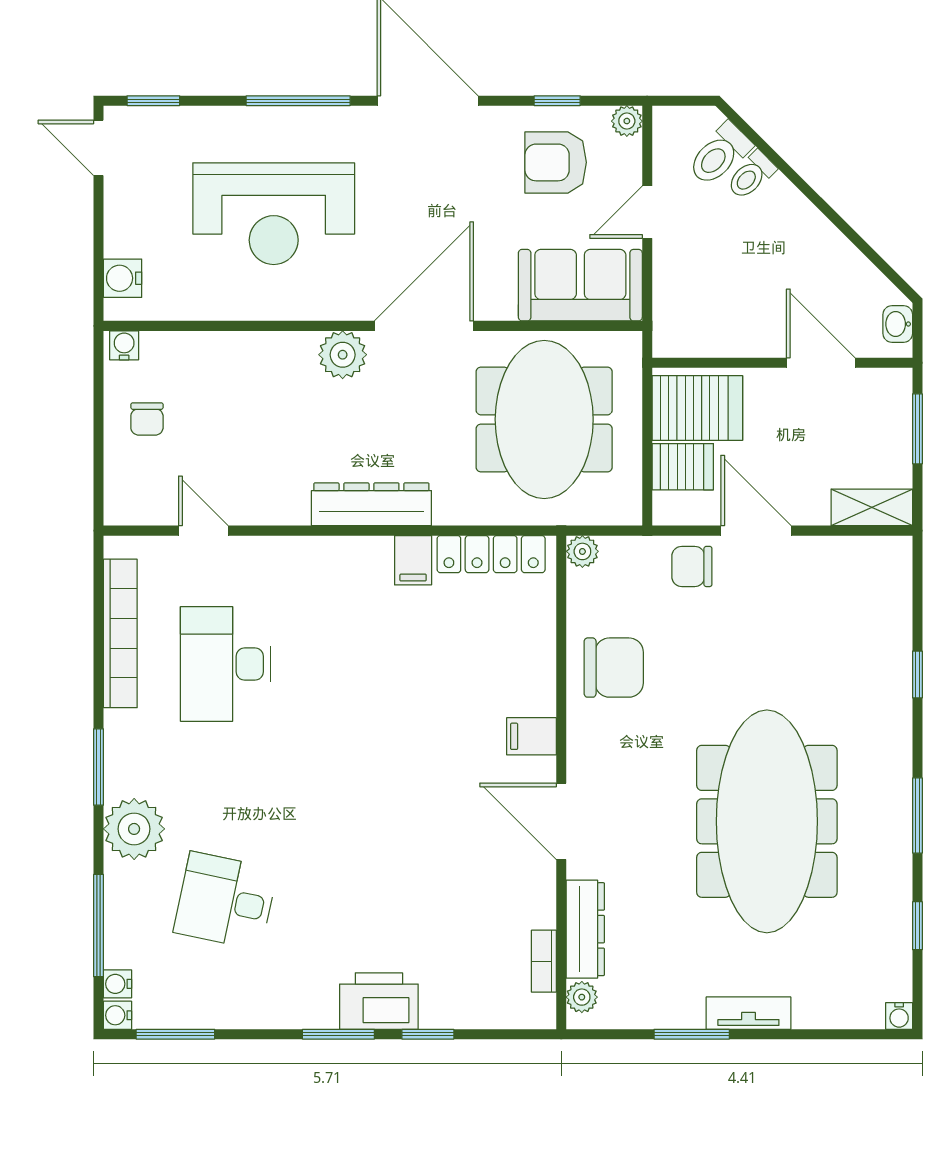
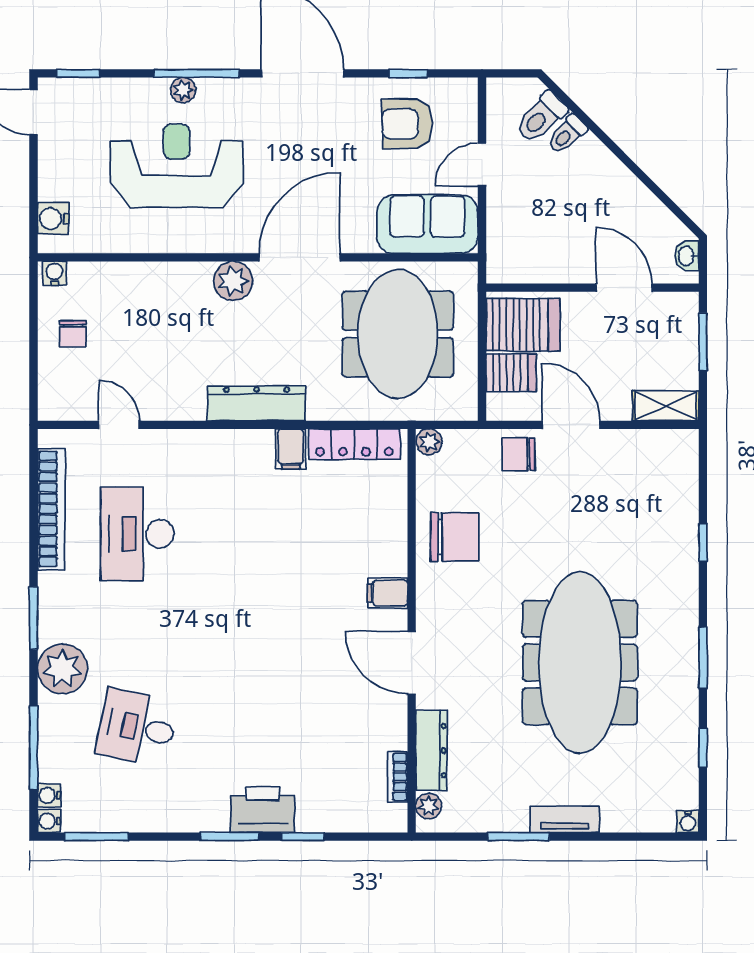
plant: (627, 121) -> (183, 90), moved
reception desk: (274, 214) -> (177, 166), turned 180

